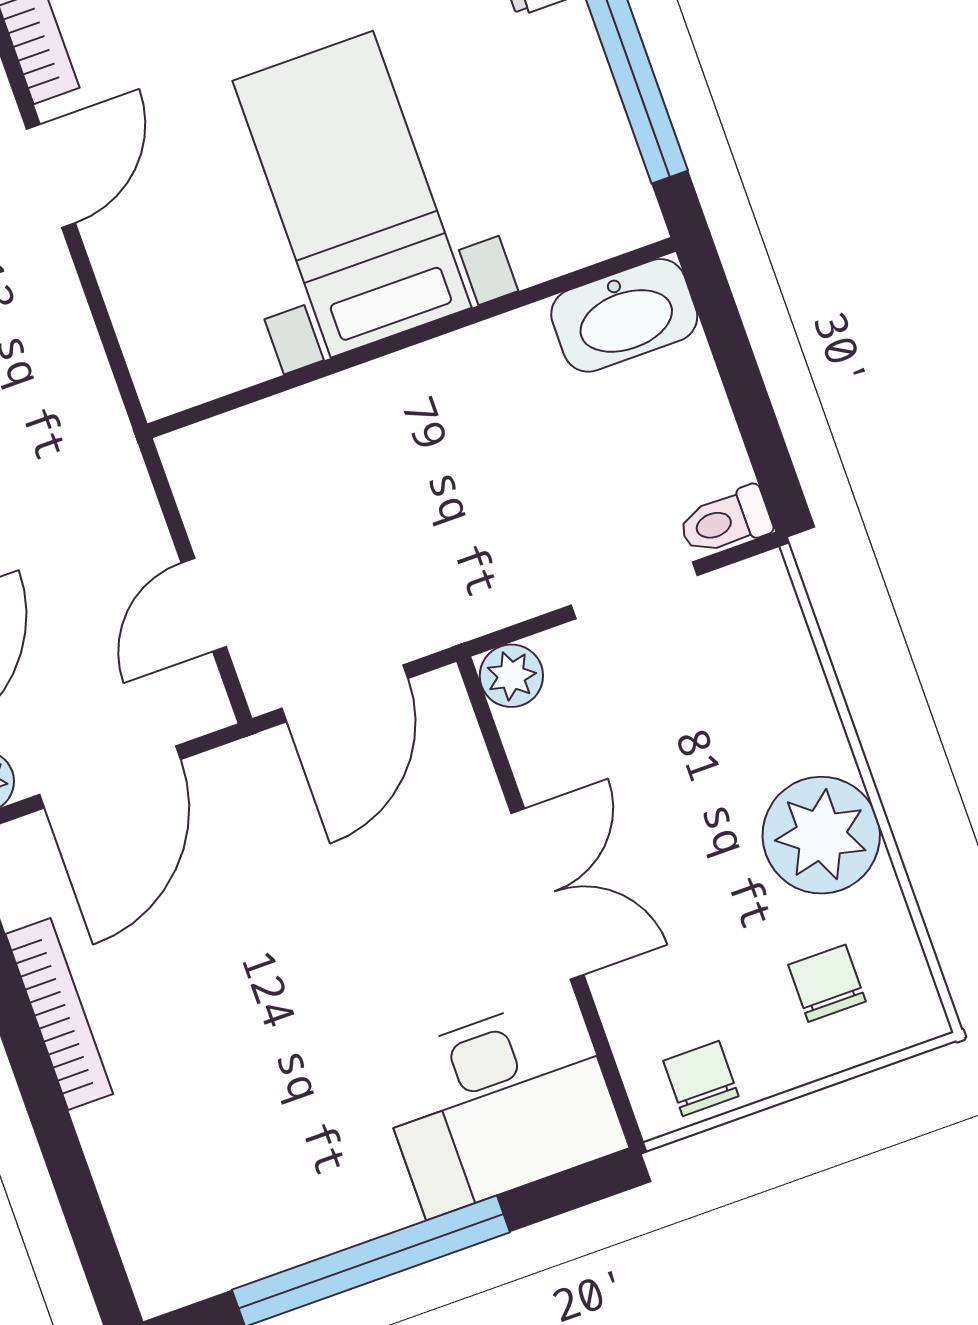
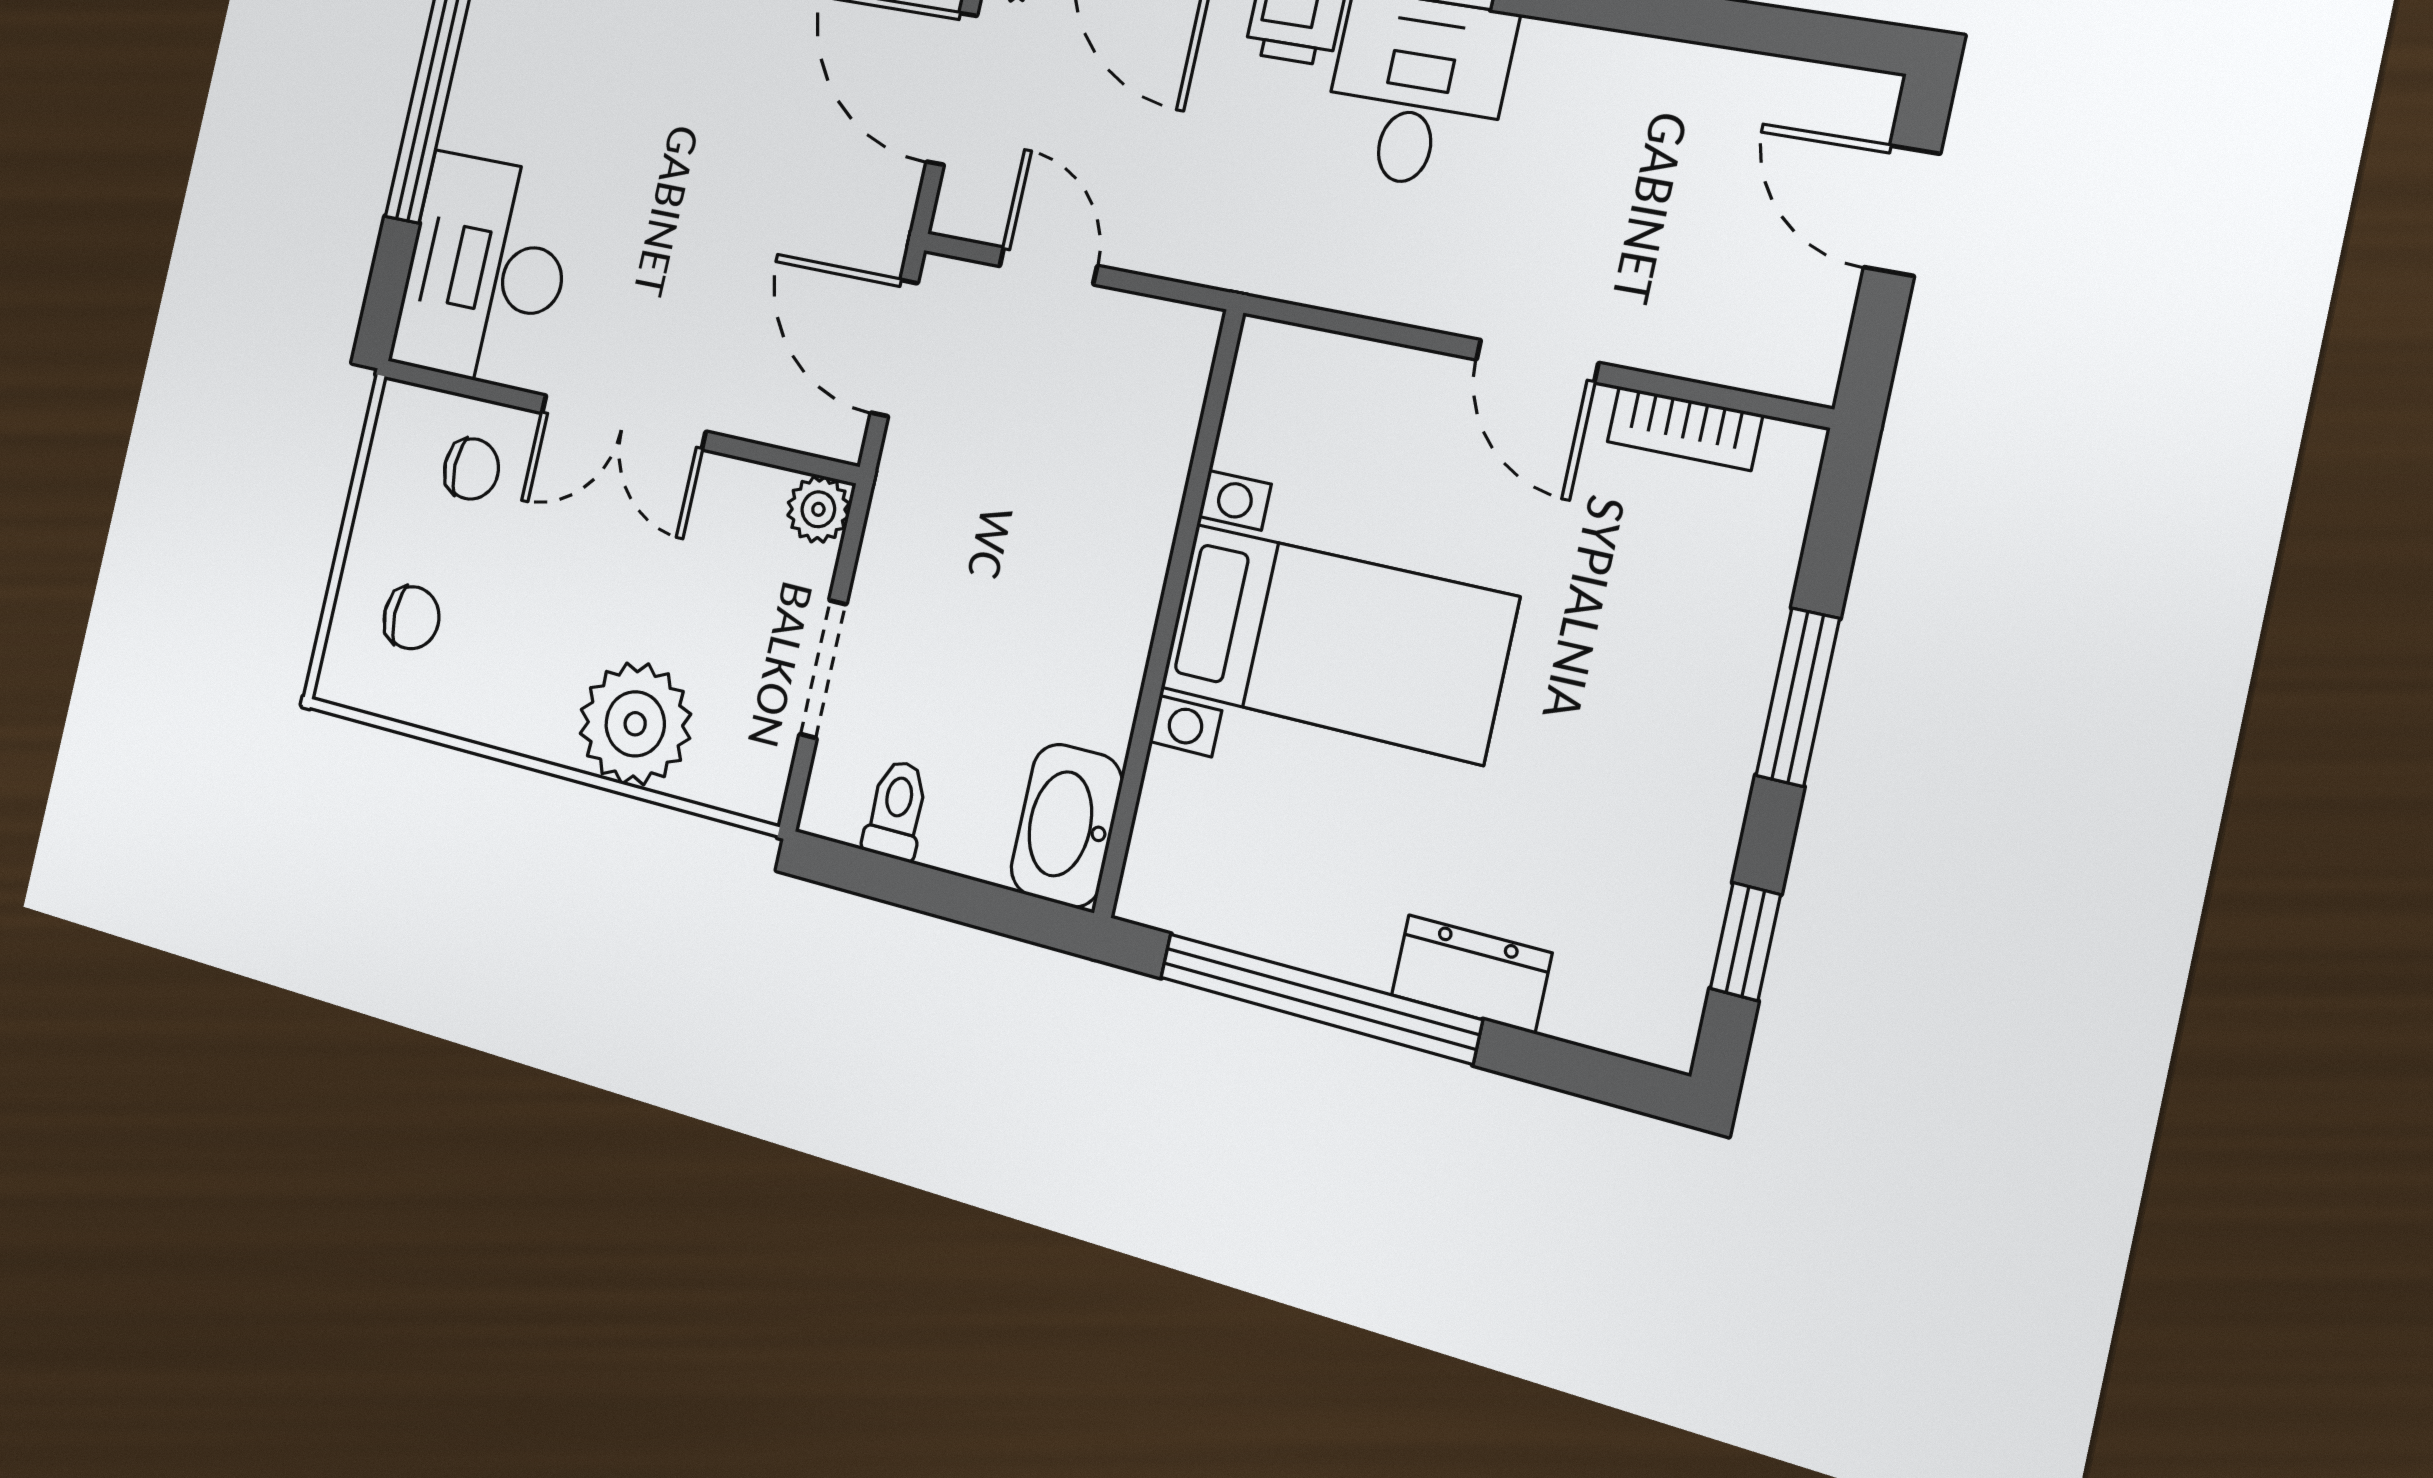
toilet: (725, 521) -> (896, 810), moved
plant: (821, 835) -> (635, 724), moved
chair: (701, 1078) -> (471, 469), moved

